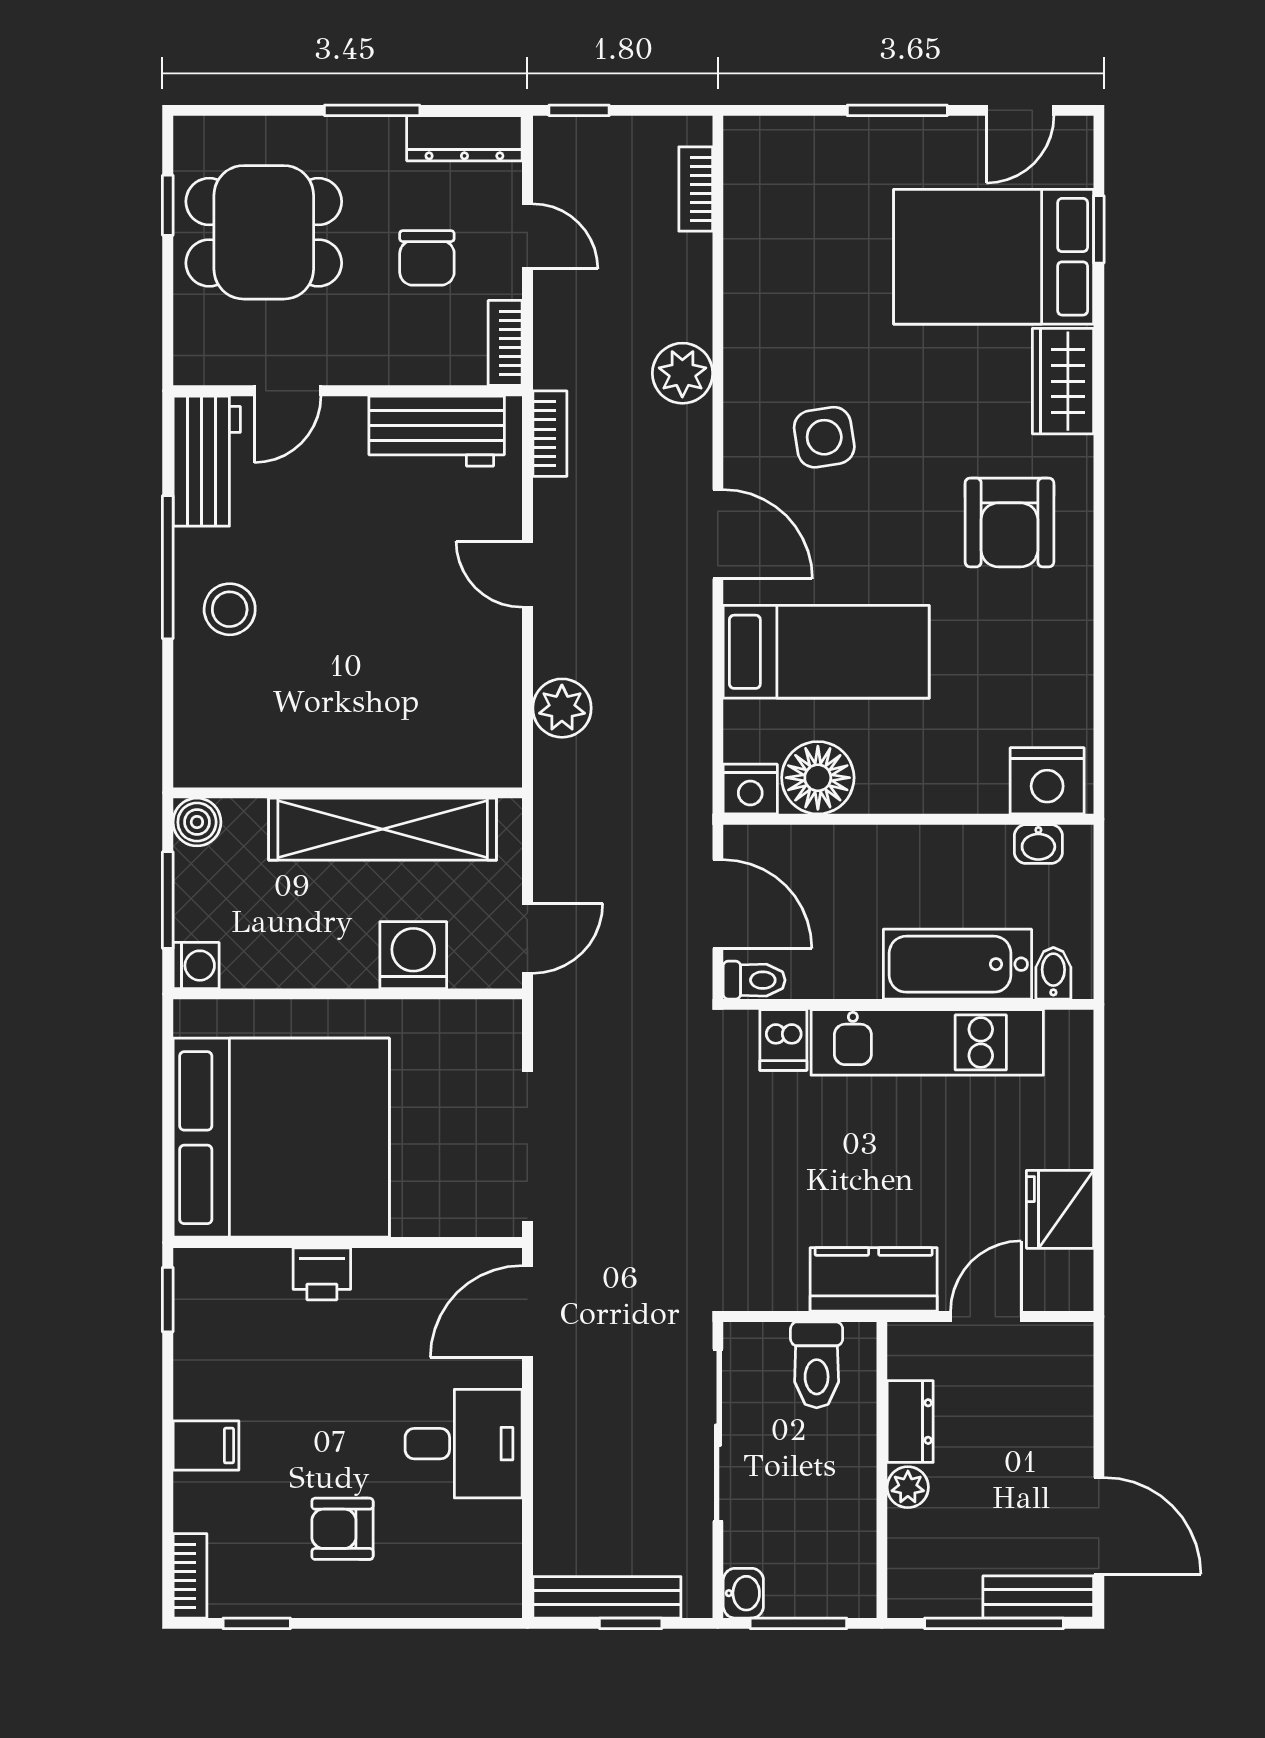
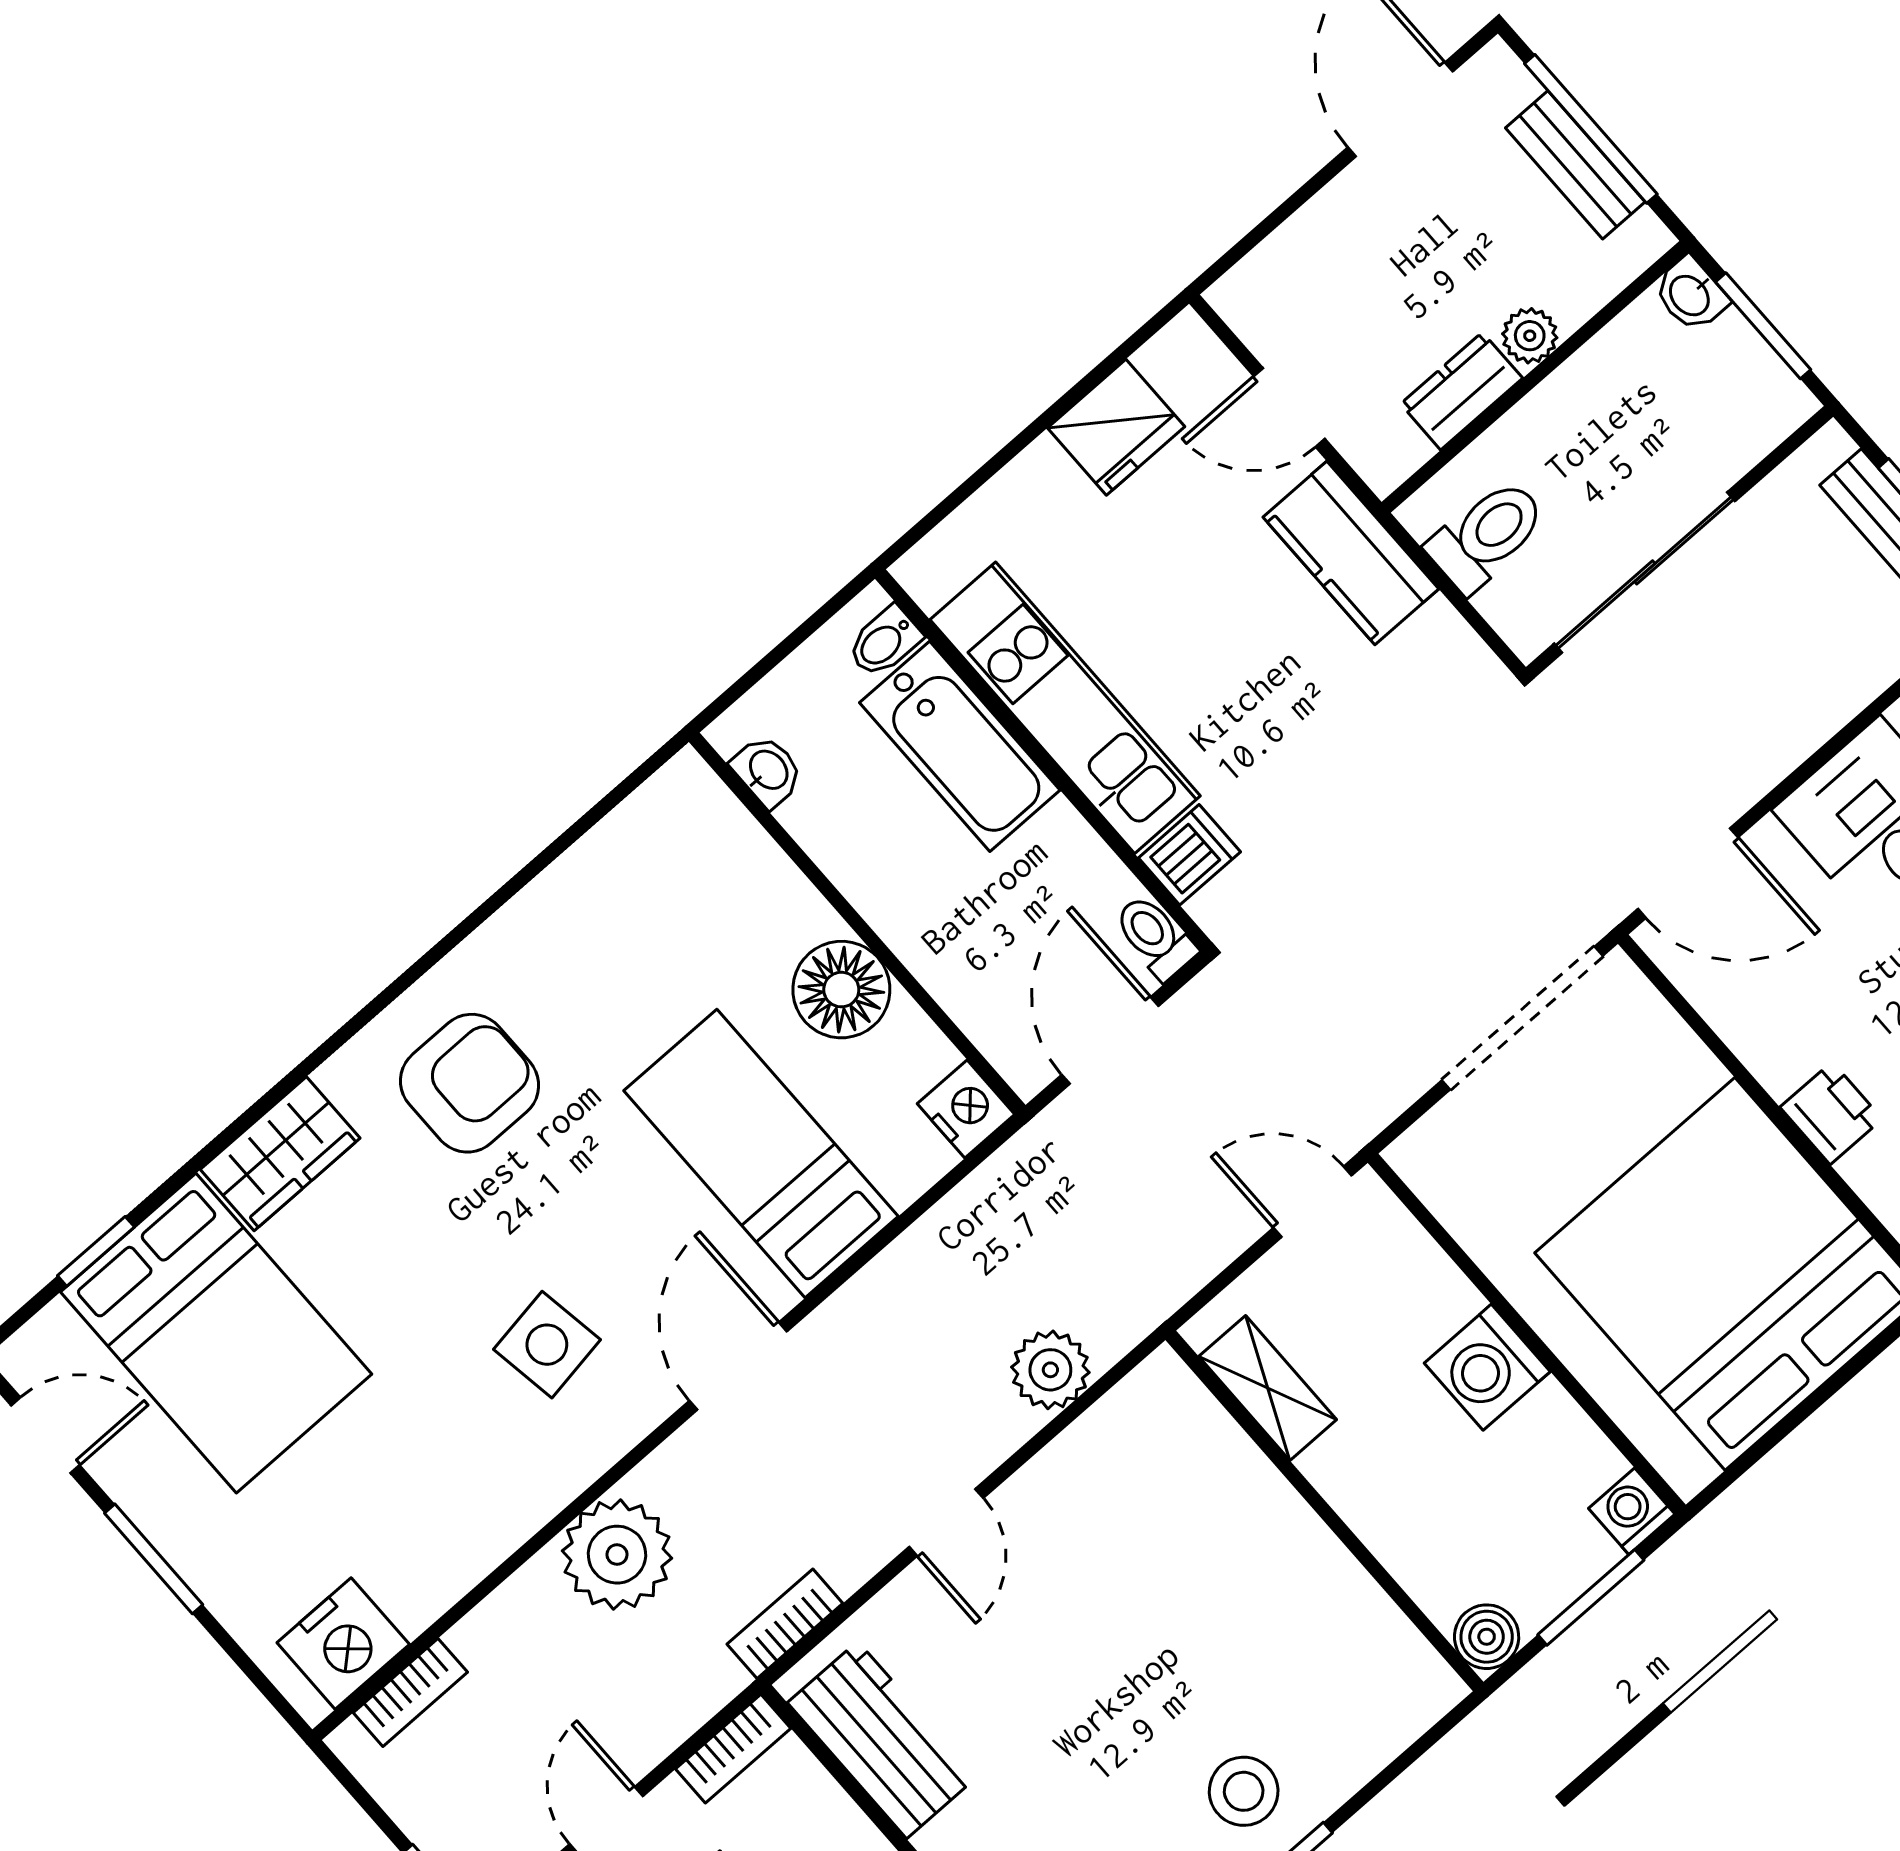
plant: (682, 373) -> (617, 1555), width x1.36, depth x1.36
floor lamp: (818, 778) -> (841, 990), moved
nightstand: (1047, 781) -> (343, 1643), moved, turned 90
shelving: (383, 829) -> (1268, 1388), width x0.45, depth x0.75
washing machine: (413, 955) -> (1487, 1367), moved
washbasin: (743, 1593) -> (1691, 294), moved, turned -90
bench: (1038, 1597) -> (1575, 165), moved

